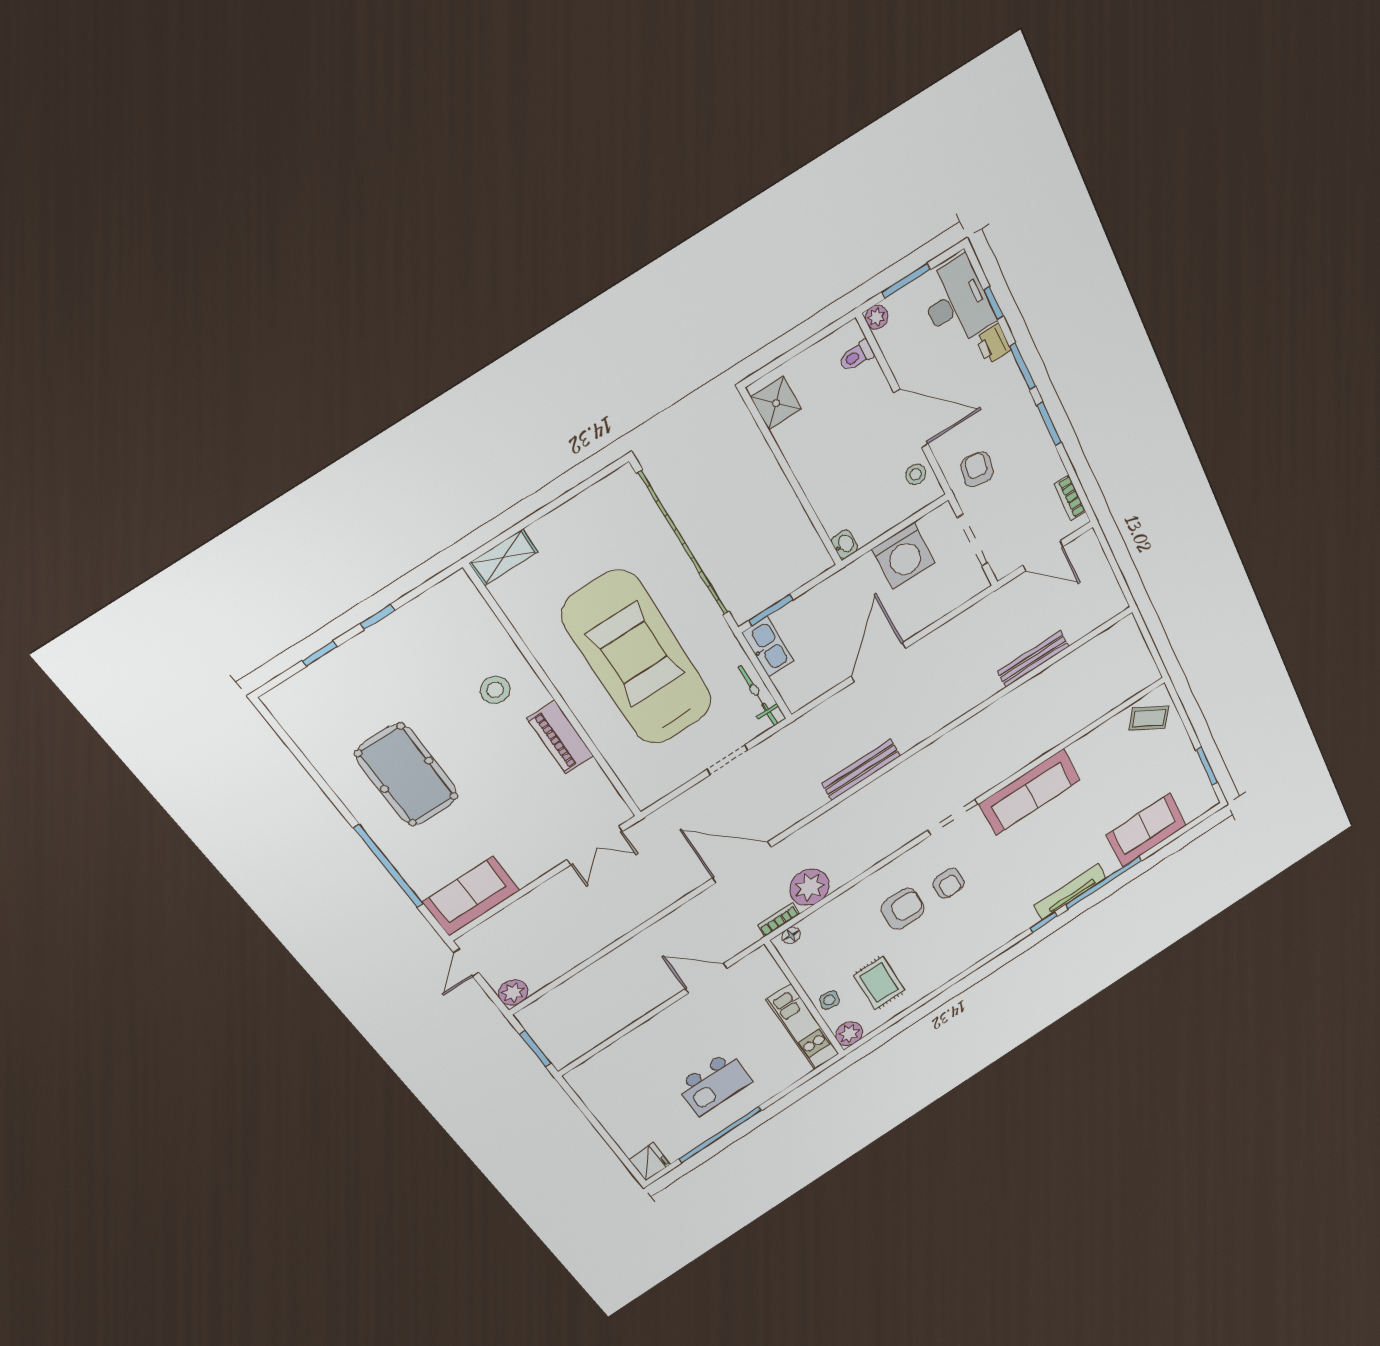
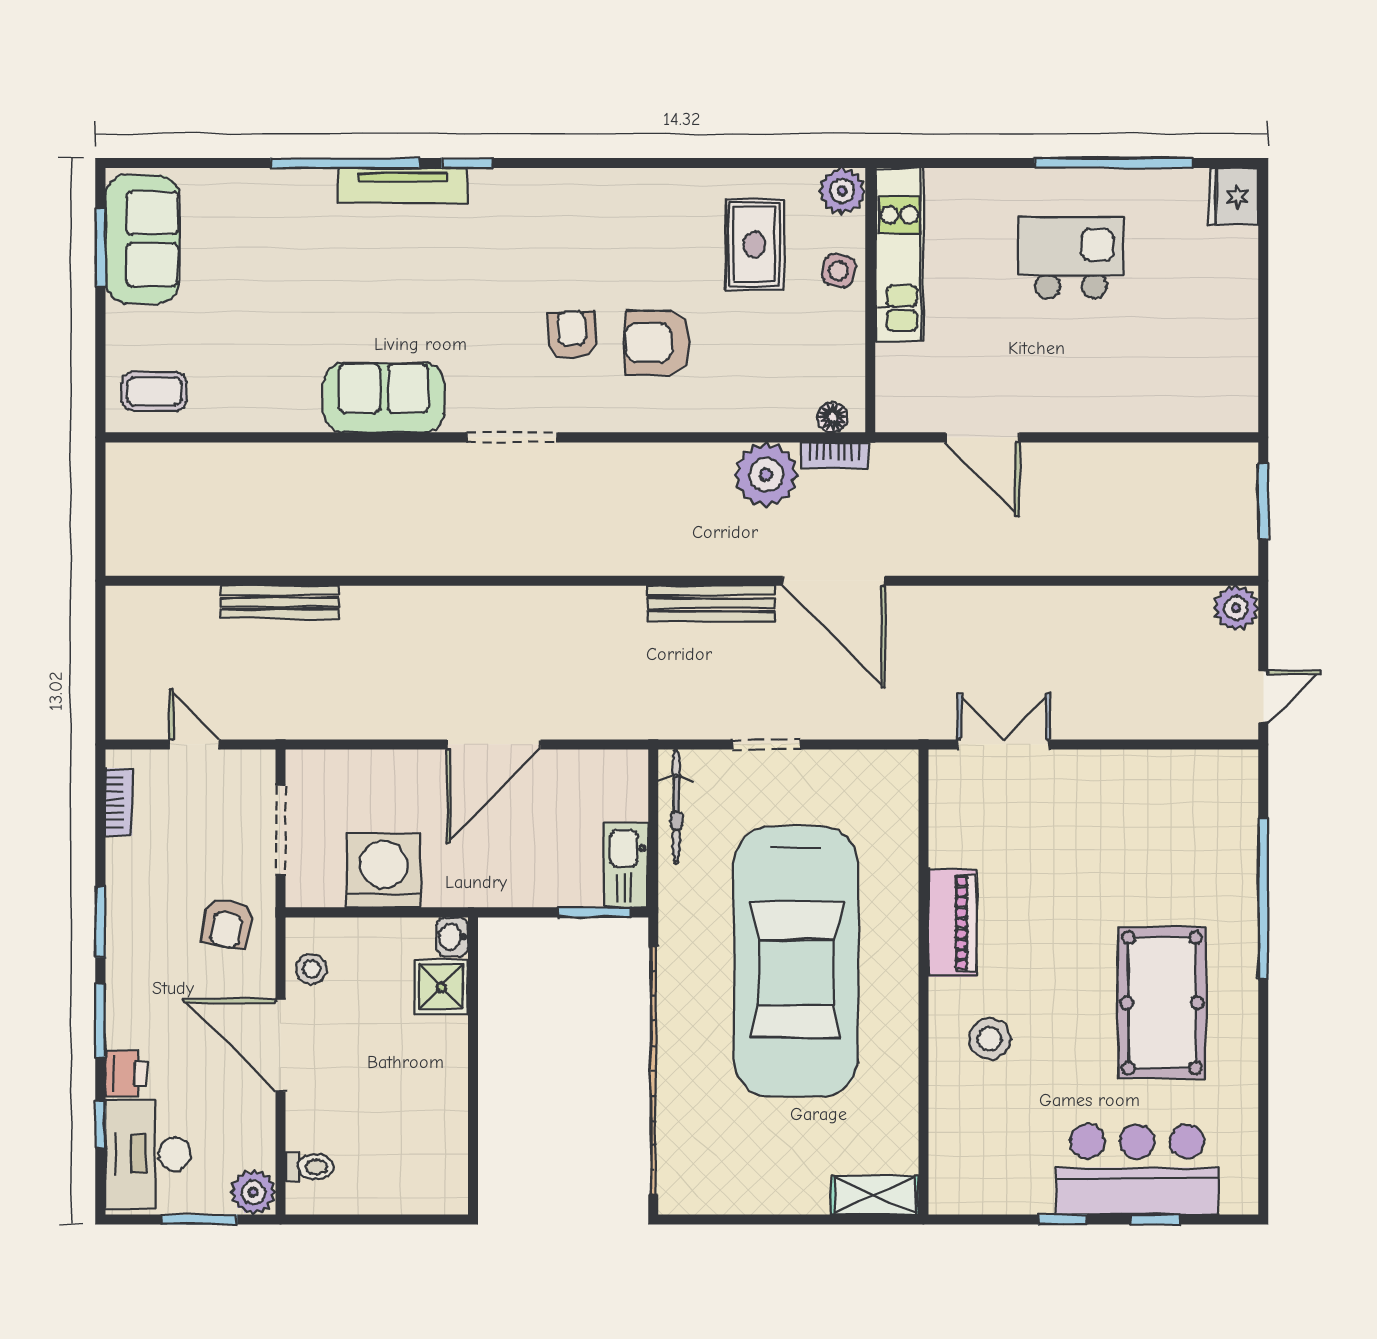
plant: (877, 317) -> (253, 1192), width x1.38, depth x1.38
shower: (776, 403) -> (441, 987), moved
door: (1043, 556) -> (195, 744), width x0.73
bar counter: (353, 675) -> (1137, 1169), added
coffee table: (1149, 718) -> (154, 391), turned -33
bench: (861, 770) -> (711, 603), moved
sofa: (1030, 792) -> (384, 398), width x0.73
sofa: (1146, 830) -> (143, 239), moved, turned -90
sofa: (471, 896) -> (1196, 786), removed

